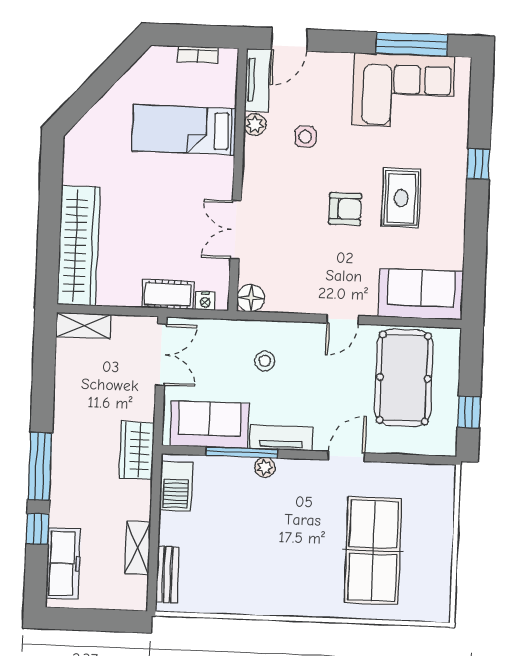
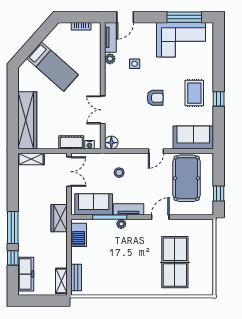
bed: (184, 130) -> (52, 66), moved, turned -138
window: (478, 164) -> (219, 99), moved
rug: (401, 198) -> (194, 93), moved
shelving: (138, 548) -> (61, 281), moved

